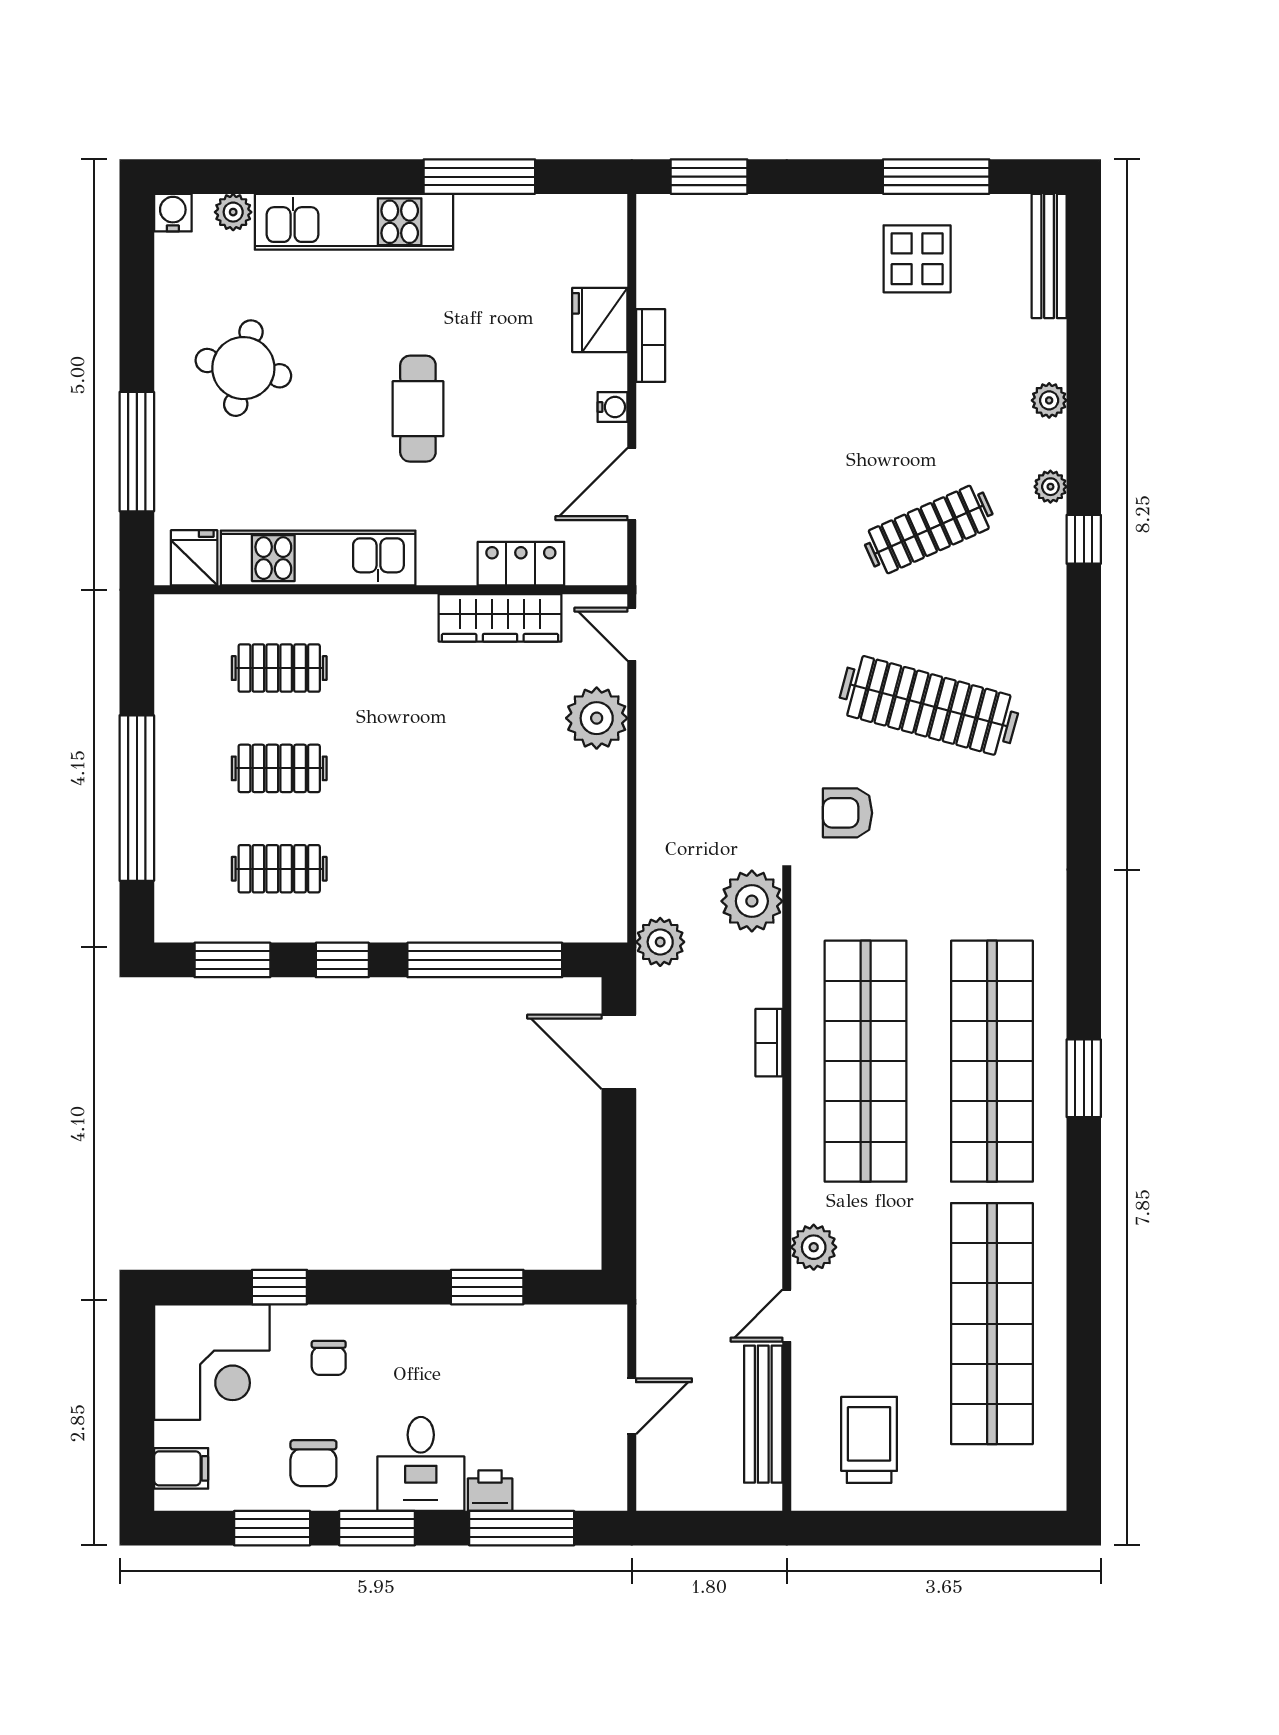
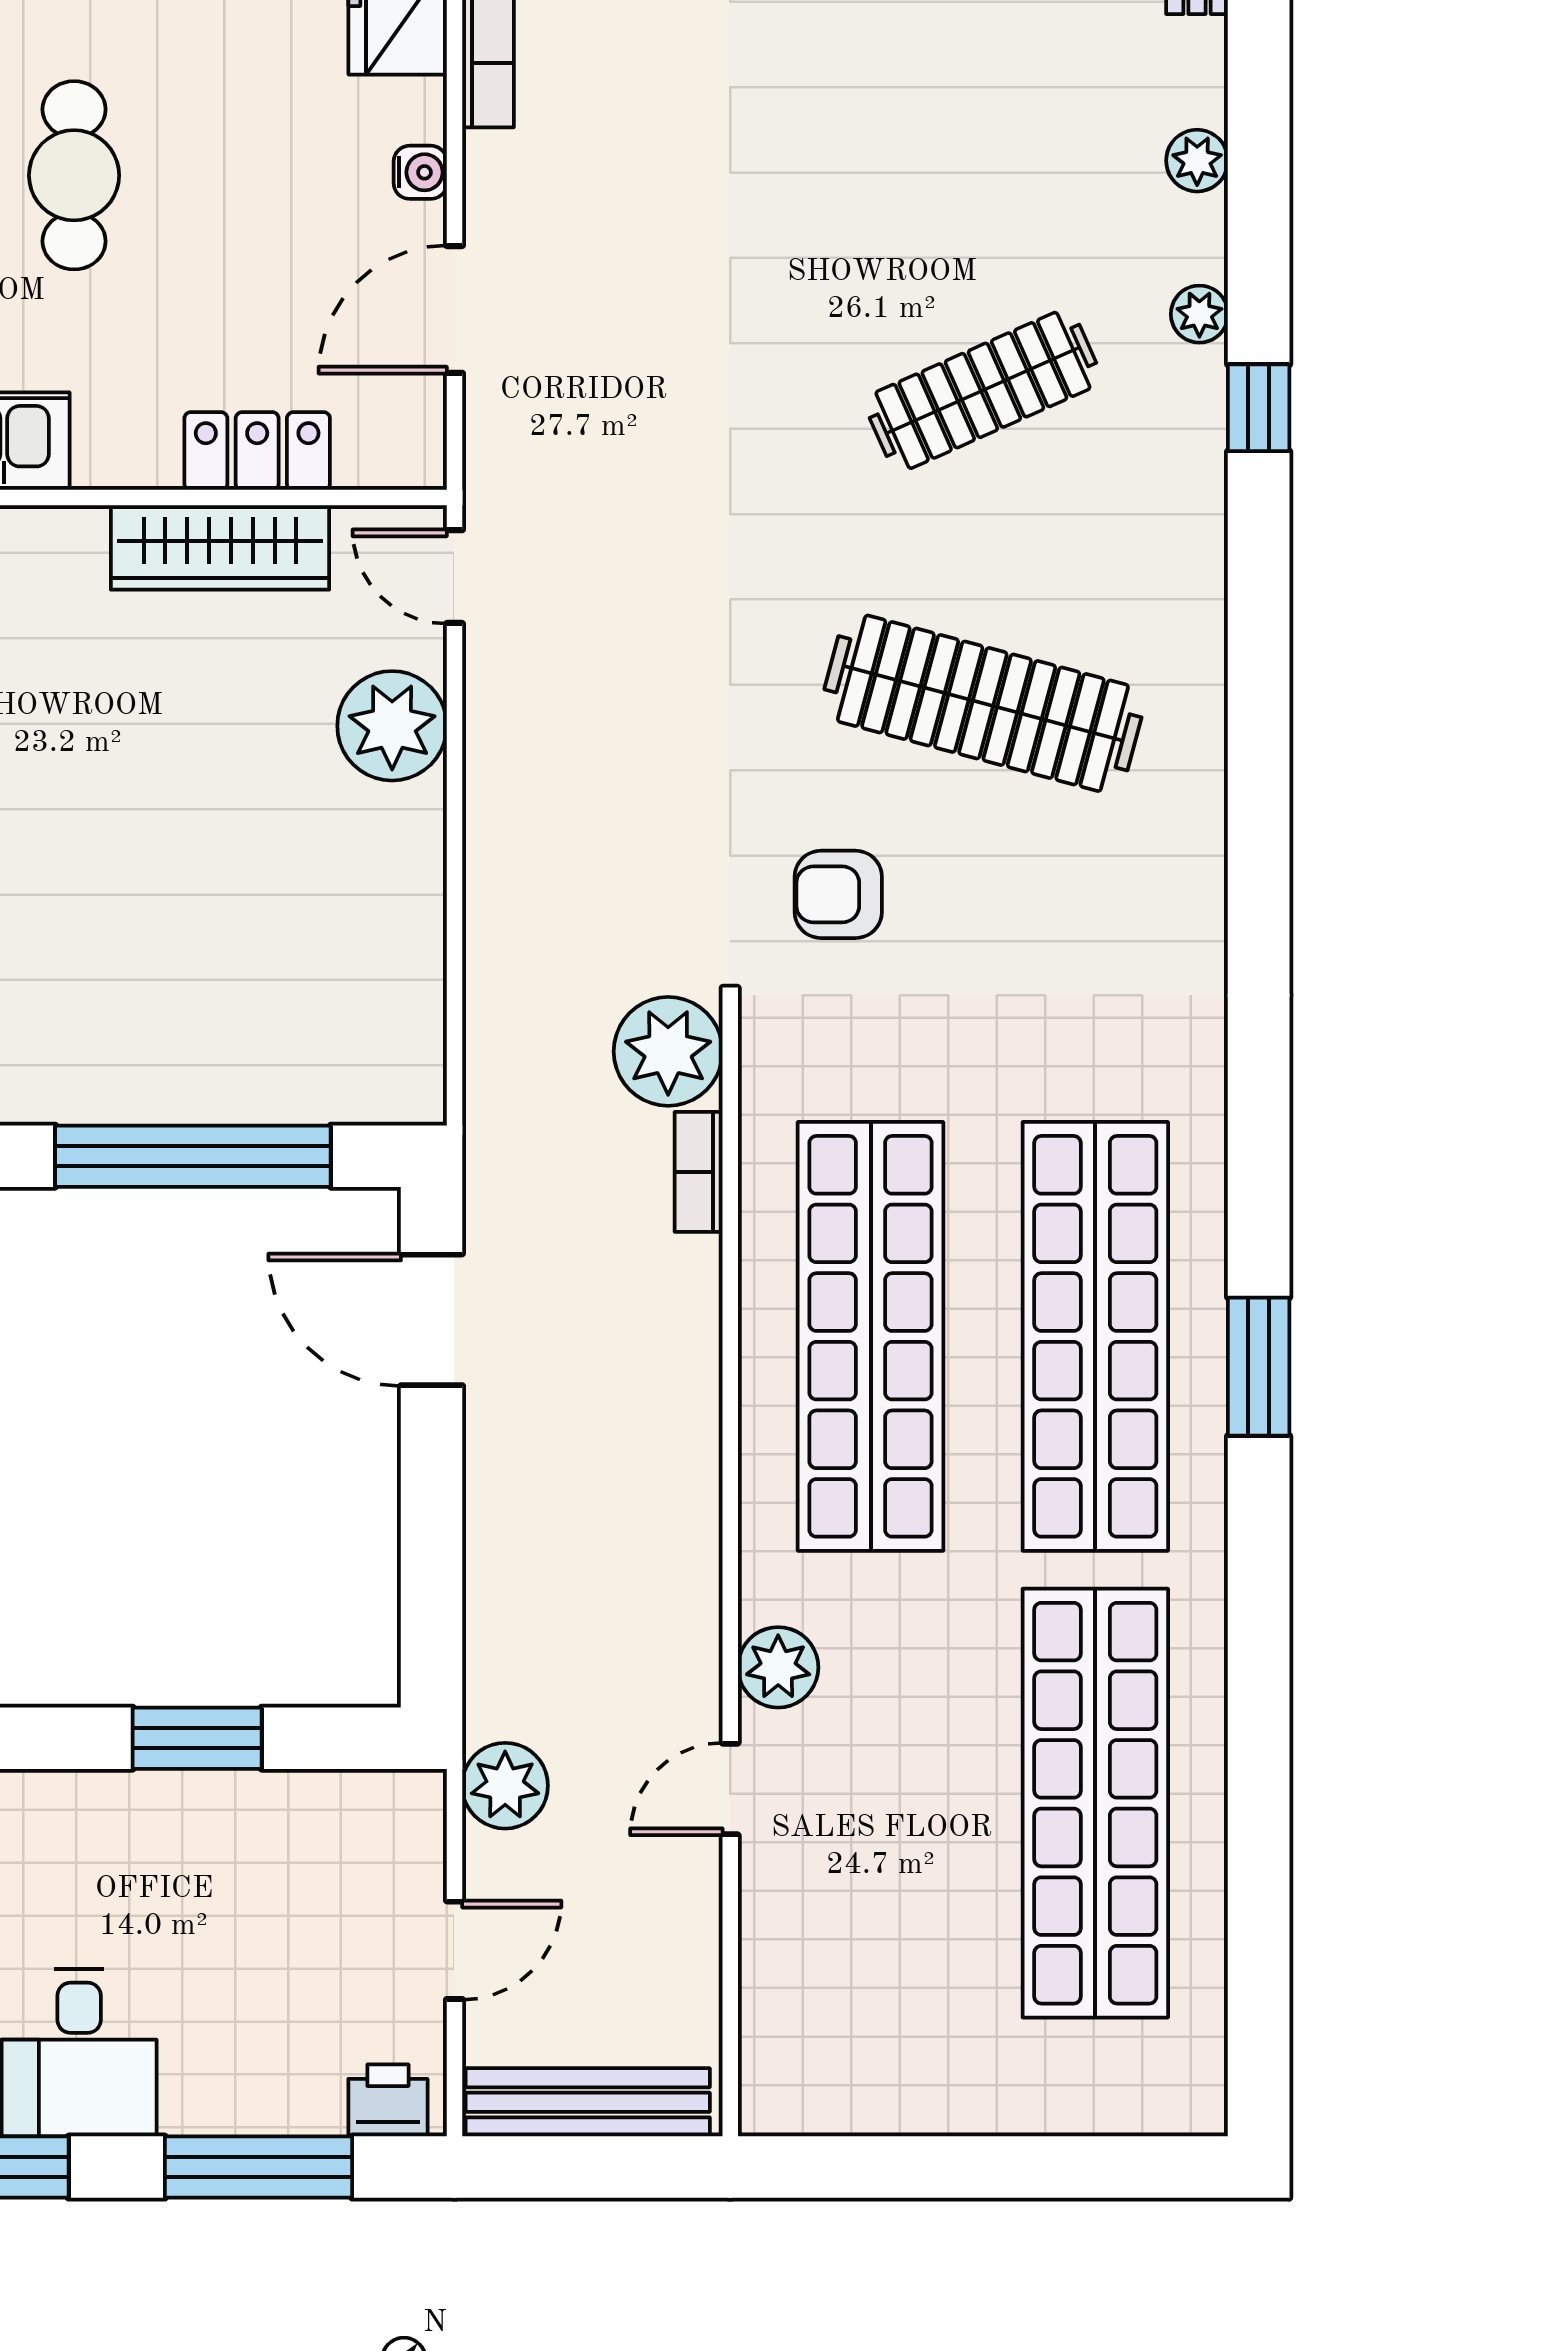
plant: (660, 942) -> (505, 1786), moved
bookcase: (769, 1043) -> (699, 1172), moved
bench: (763, 1414) -> (588, 2102), moved, turned 90
trolley: (869, 1440) -> (877, 2010), removed
printer: (490, 1491) -> (388, 2100), moved

